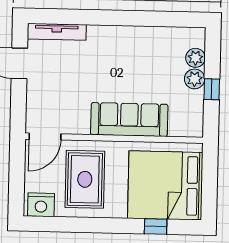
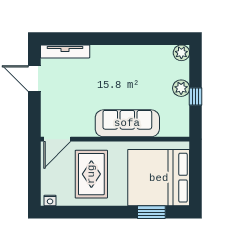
plant: (195, 58) -> (181, 53), moved
nightstand: (41, 205) -> (50, 201), width x0.53, depth x0.56
window: (156, 226) -> (151, 212), width x1.50

